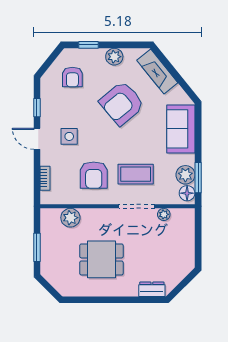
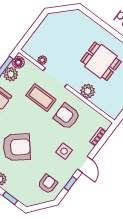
armchair: (72, 77) -> (48, 184), moved
armchair: (94, 175) -> (67, 116), turned -90
plant: (70, 218) -> (88, 91), moved
dresser: (152, 289) -> (84, 20), removed

